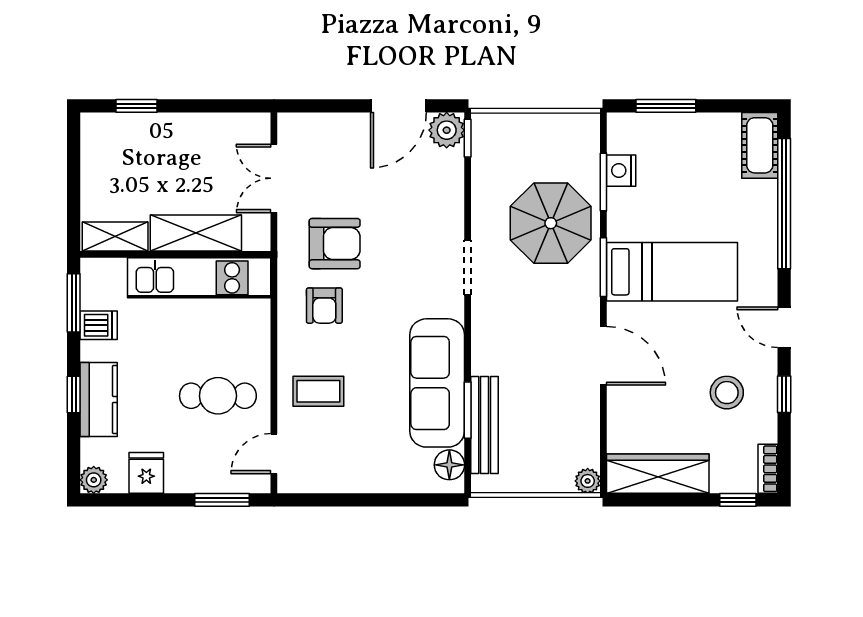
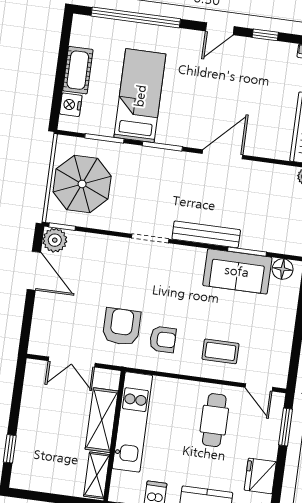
window: (666, 106) -> (58, 89), removed
cot: (760, 145) -> (78, 70), moved, turned 90
nightstand: (621, 171) -> (71, 105), moved, turned 90
parasol: (551, 223) -> (82, 184), moved
bed: (672, 272) -> (140, 96), moved
sofa: (437, 383) -> (237, 271), width x0.73
coffee table: (318, 391) -> (220, 351), turned 90
stool: (727, 393) -> (259, 74), removed
bench: (485, 425) -> (206, 234), moved
fridge: (146, 473) -> (260, 476), width x1.38

